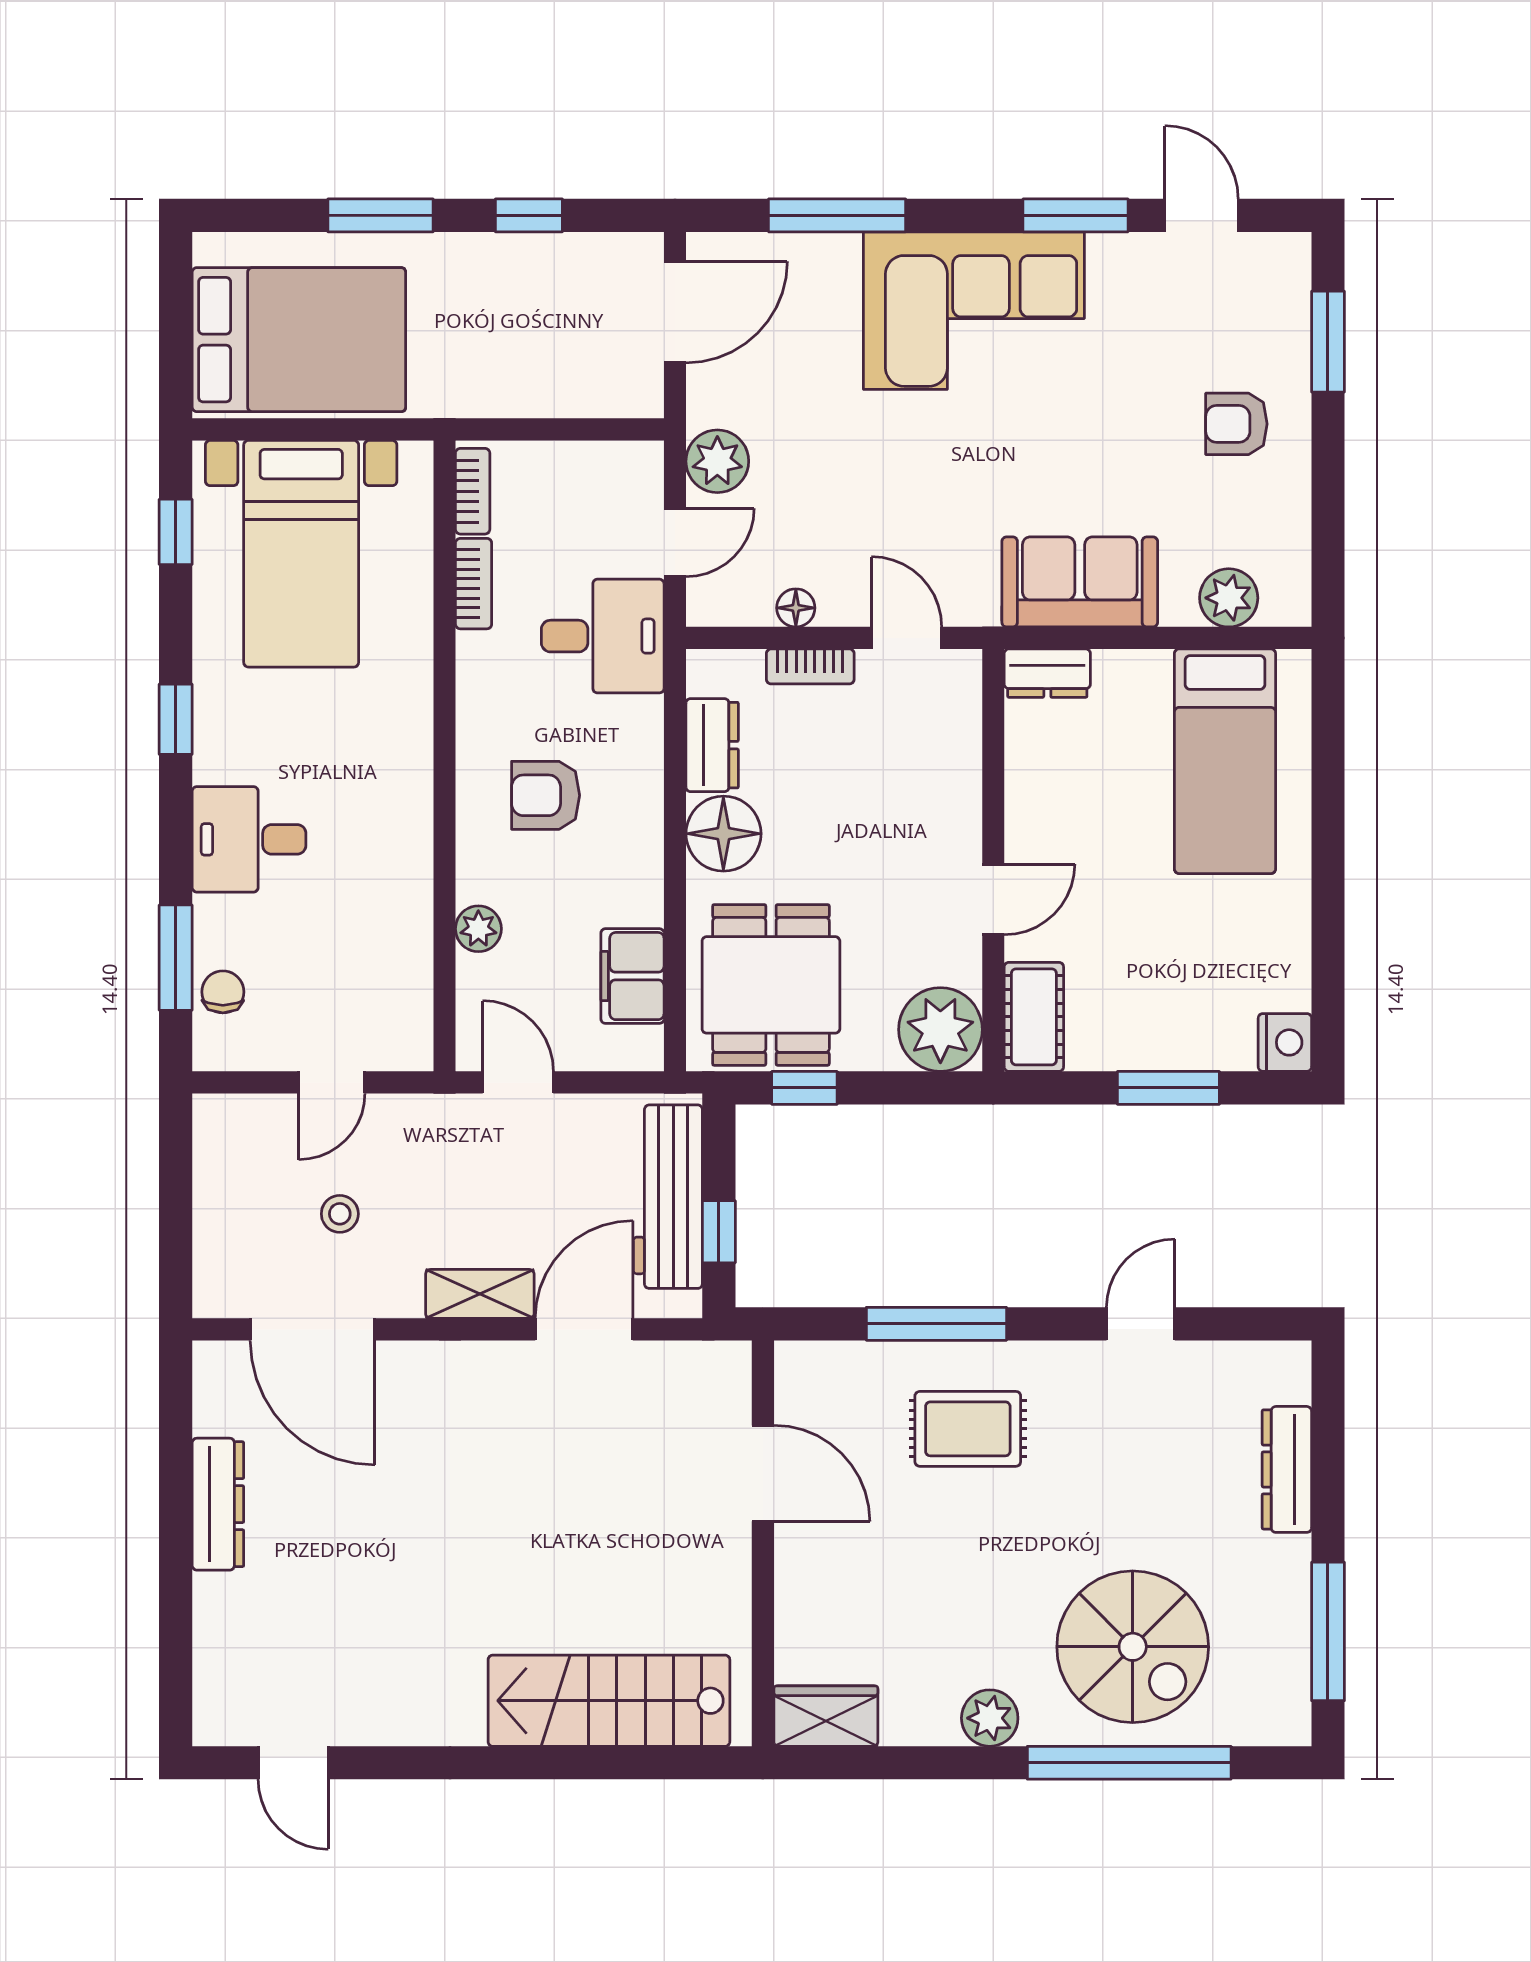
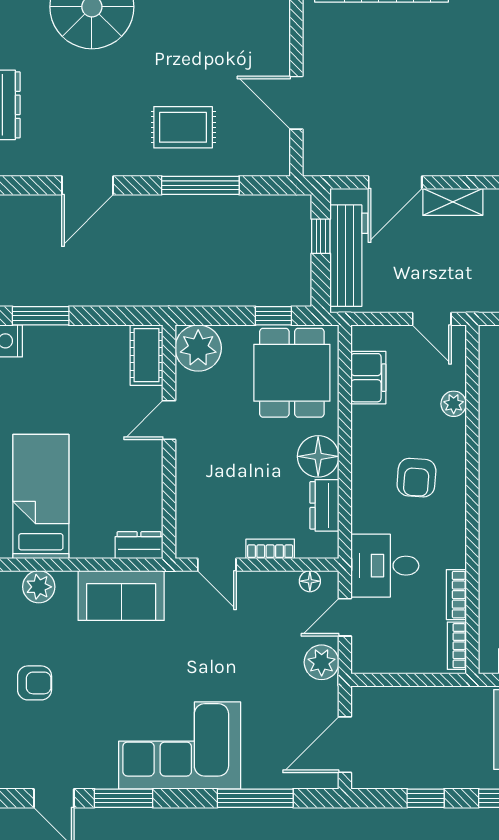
floor lamp: (796, 608) -> (310, 581), moved
armchair: (546, 795) -> (416, 478), turned 94
window: (1168, 1088) -> (41, 316), moved
door: (1141, 1324) -> (87, 185), width x1.38

